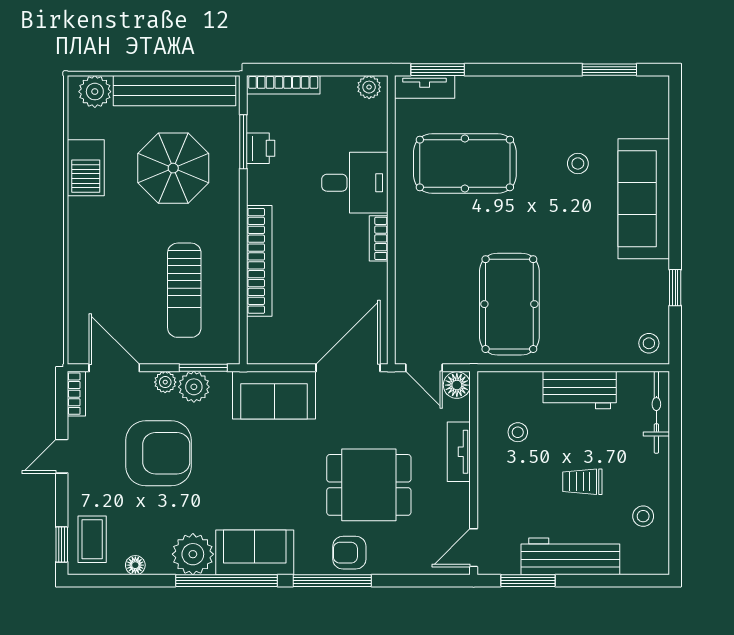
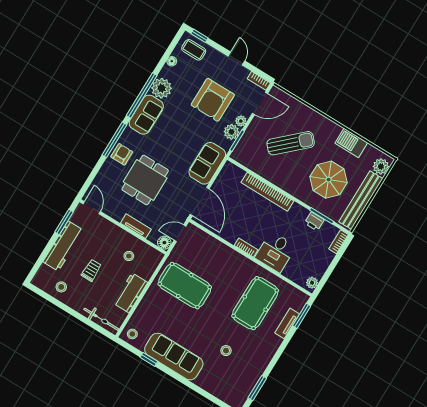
bookcase: (283, 85) -> (339, 242), width x0.64
tv unit: (425, 87) -> (287, 323), moved
sofa: (644, 199) -> (174, 357), moved
sun lounger: (184, 290) -> (291, 143), moved, turned 137

